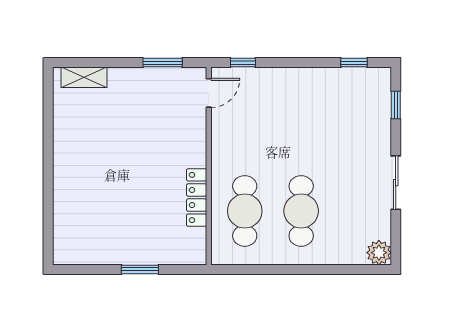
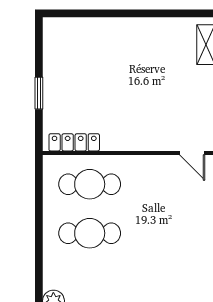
locker: (197, 198) -> (74, 142), moved

